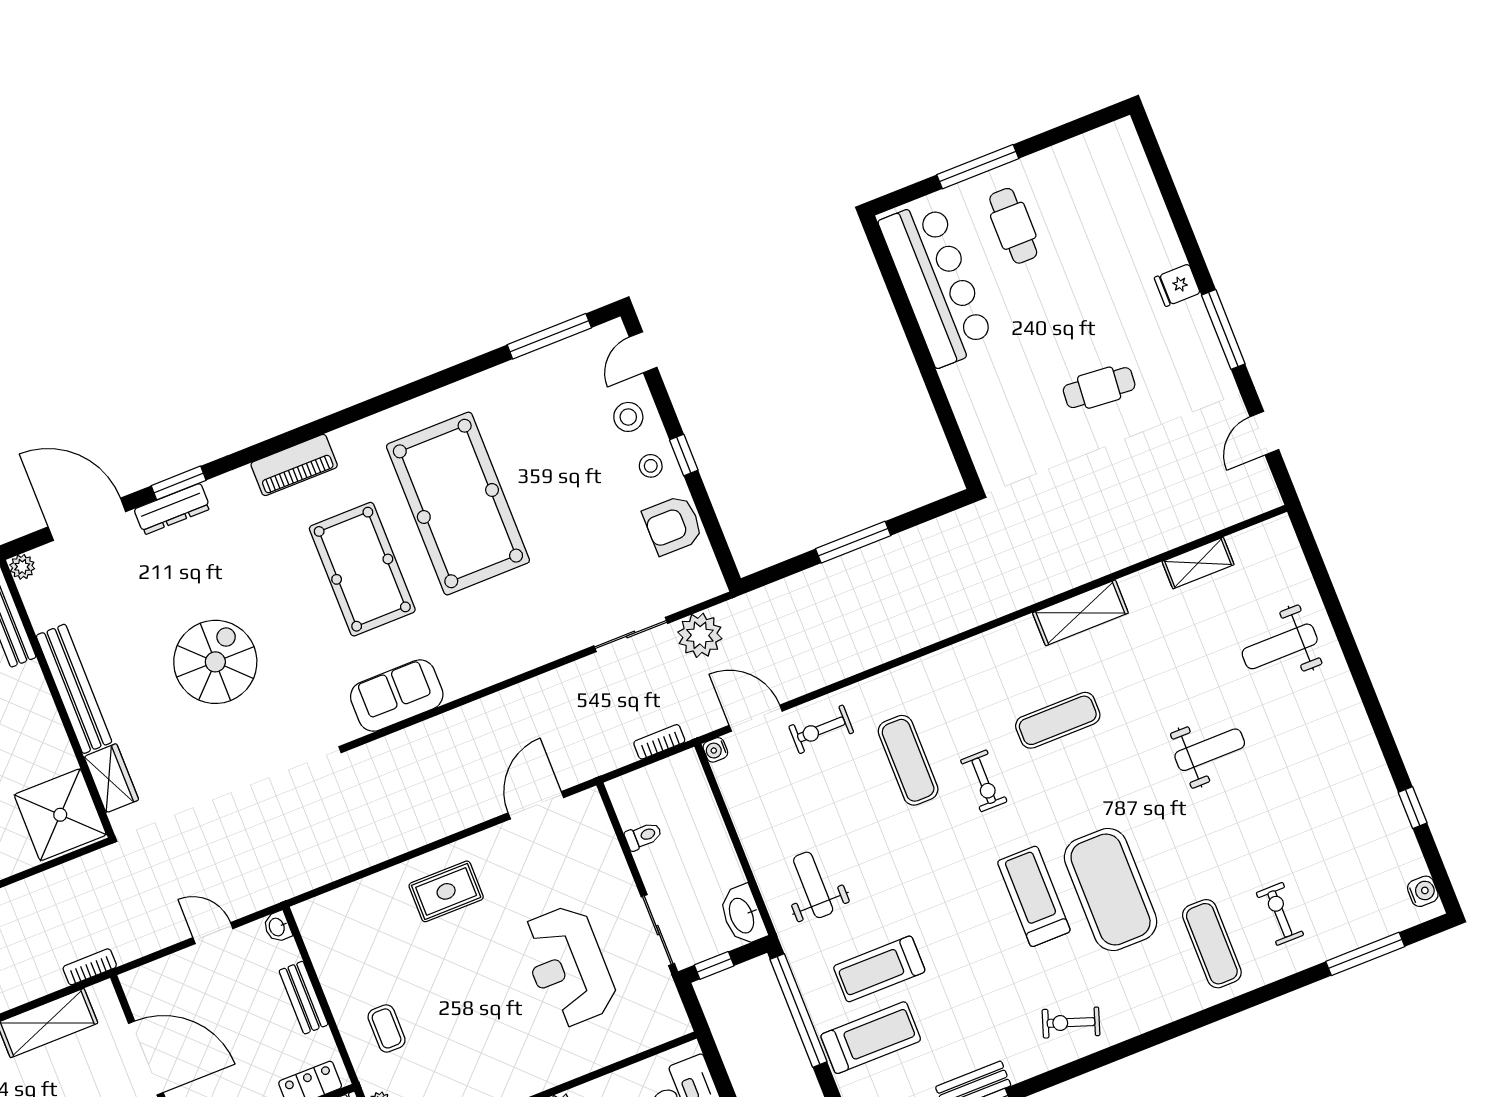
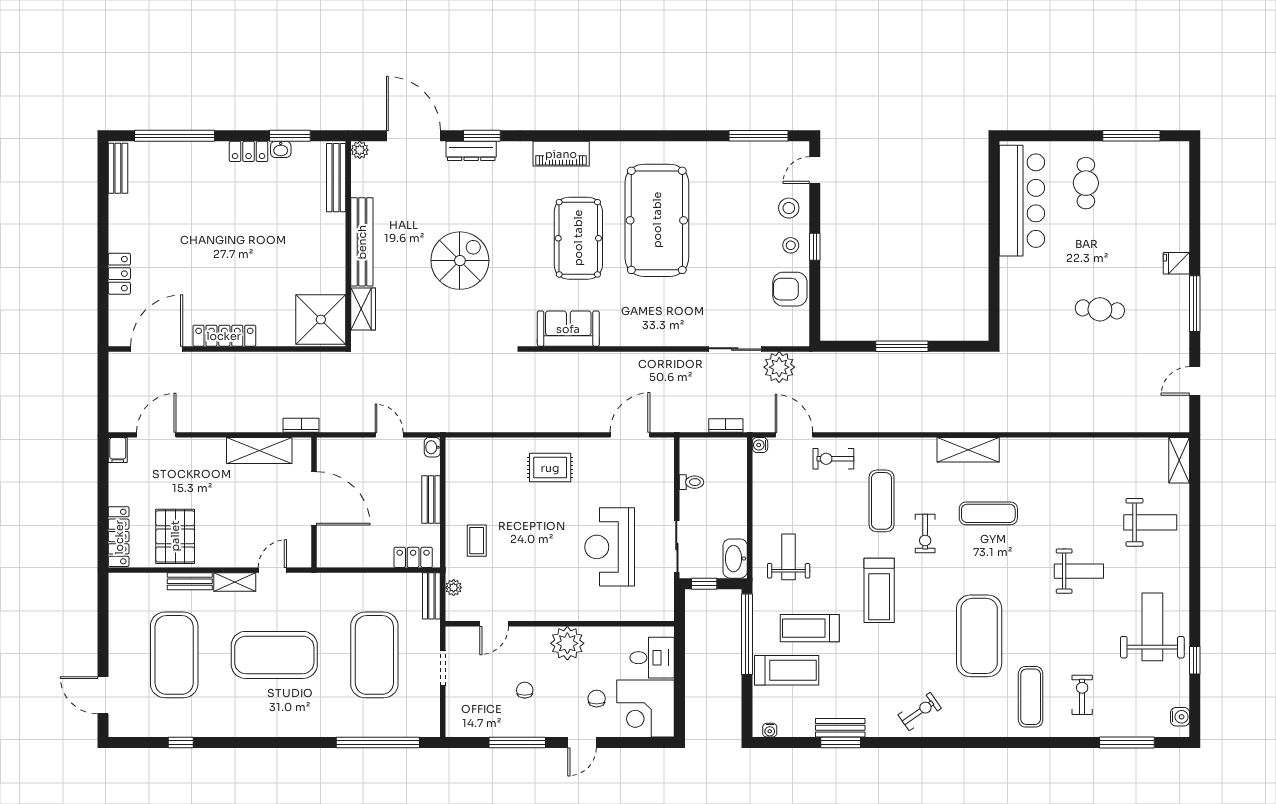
window: (978, 167) -> (1131, 136), moved
shelving: (1198, 563) -> (1179, 460), moved, turned 90
shelving: (1080, 613) -> (968, 450), moved
weight bench: (1280, 646) -> (1150, 522), turned 180
weight bench: (1338, 785) -> (1152, 627), added
treadmill: (1034, 896) -> (879, 590), moved, turned 180
exercise bike: (1071, 1023) -> (920, 712), turned 126

